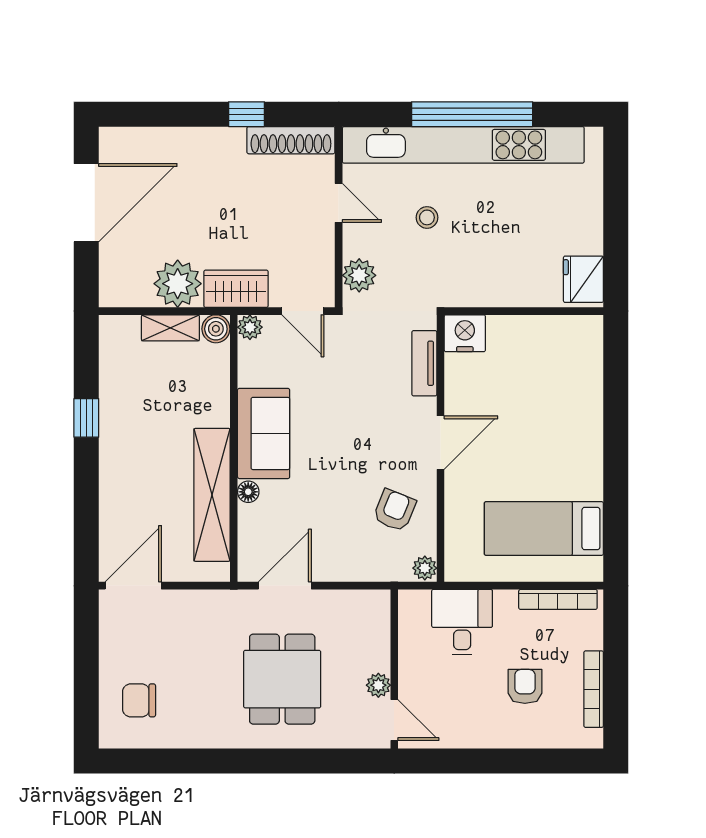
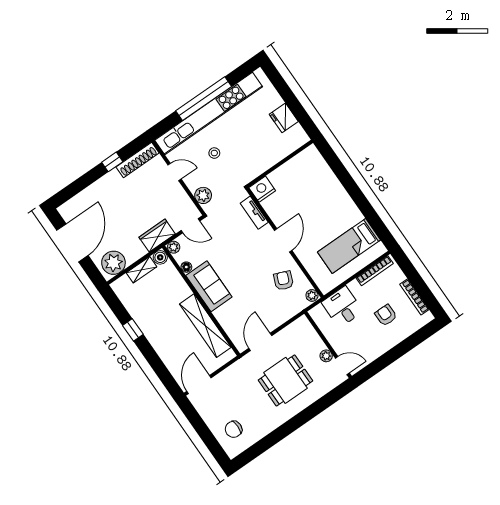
fridge: (583, 279) -> (284, 118), moved
plant: (178, 284) -> (113, 263), moved
floor lamp: (248, 492) -> (186, 267), moved
dining table: (282, 679) -> (286, 380), turned 90

